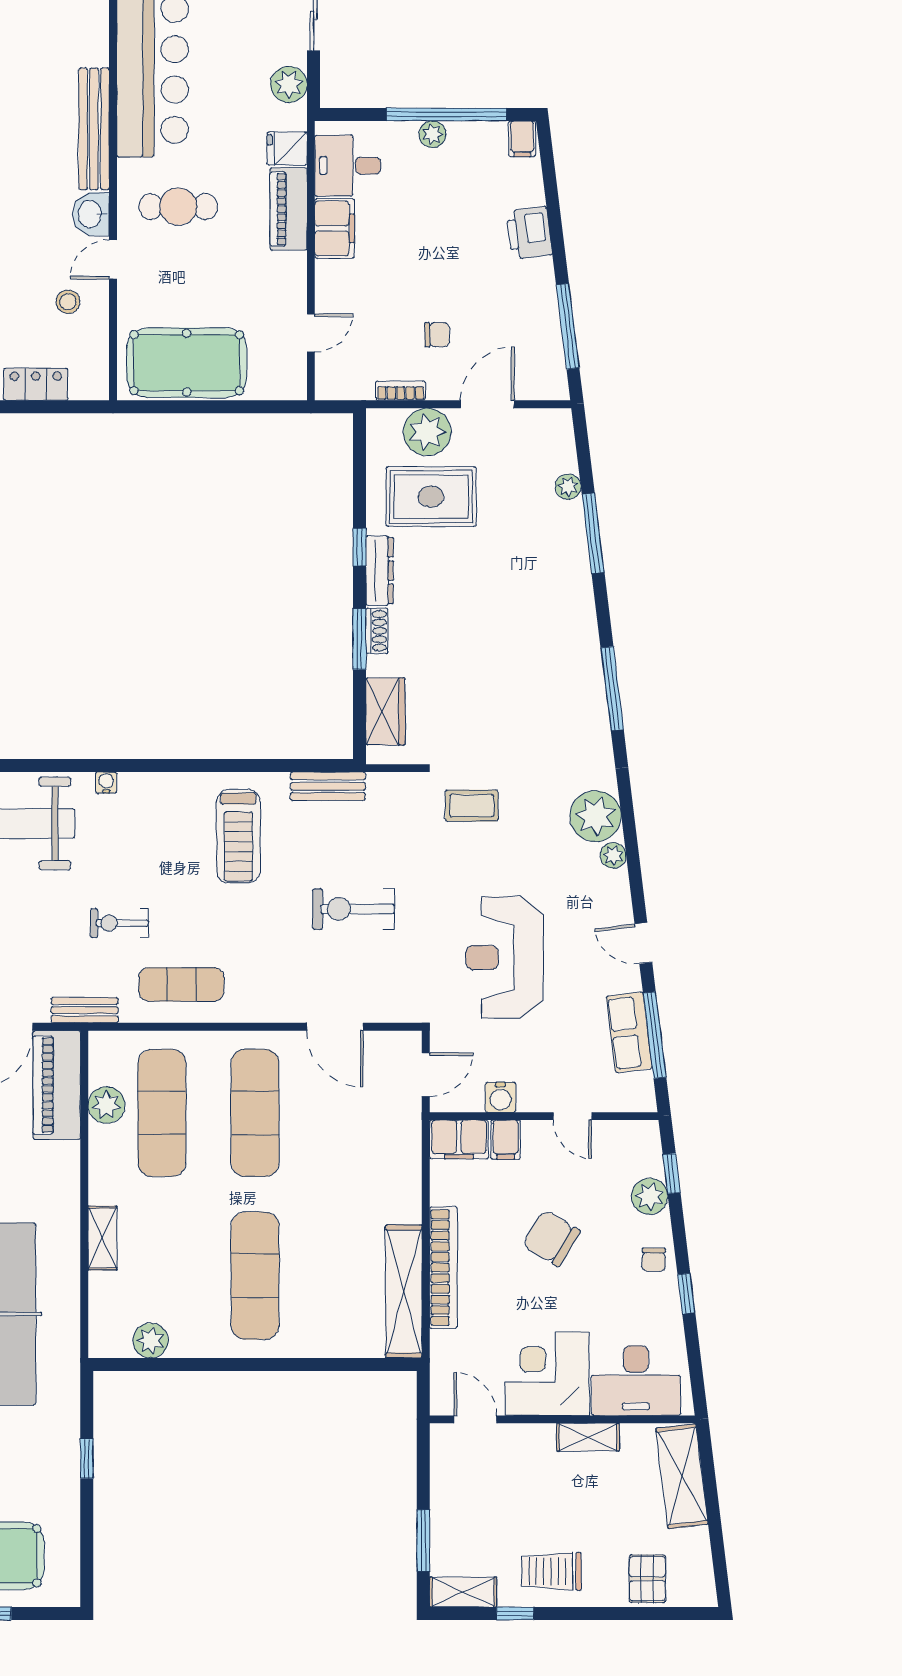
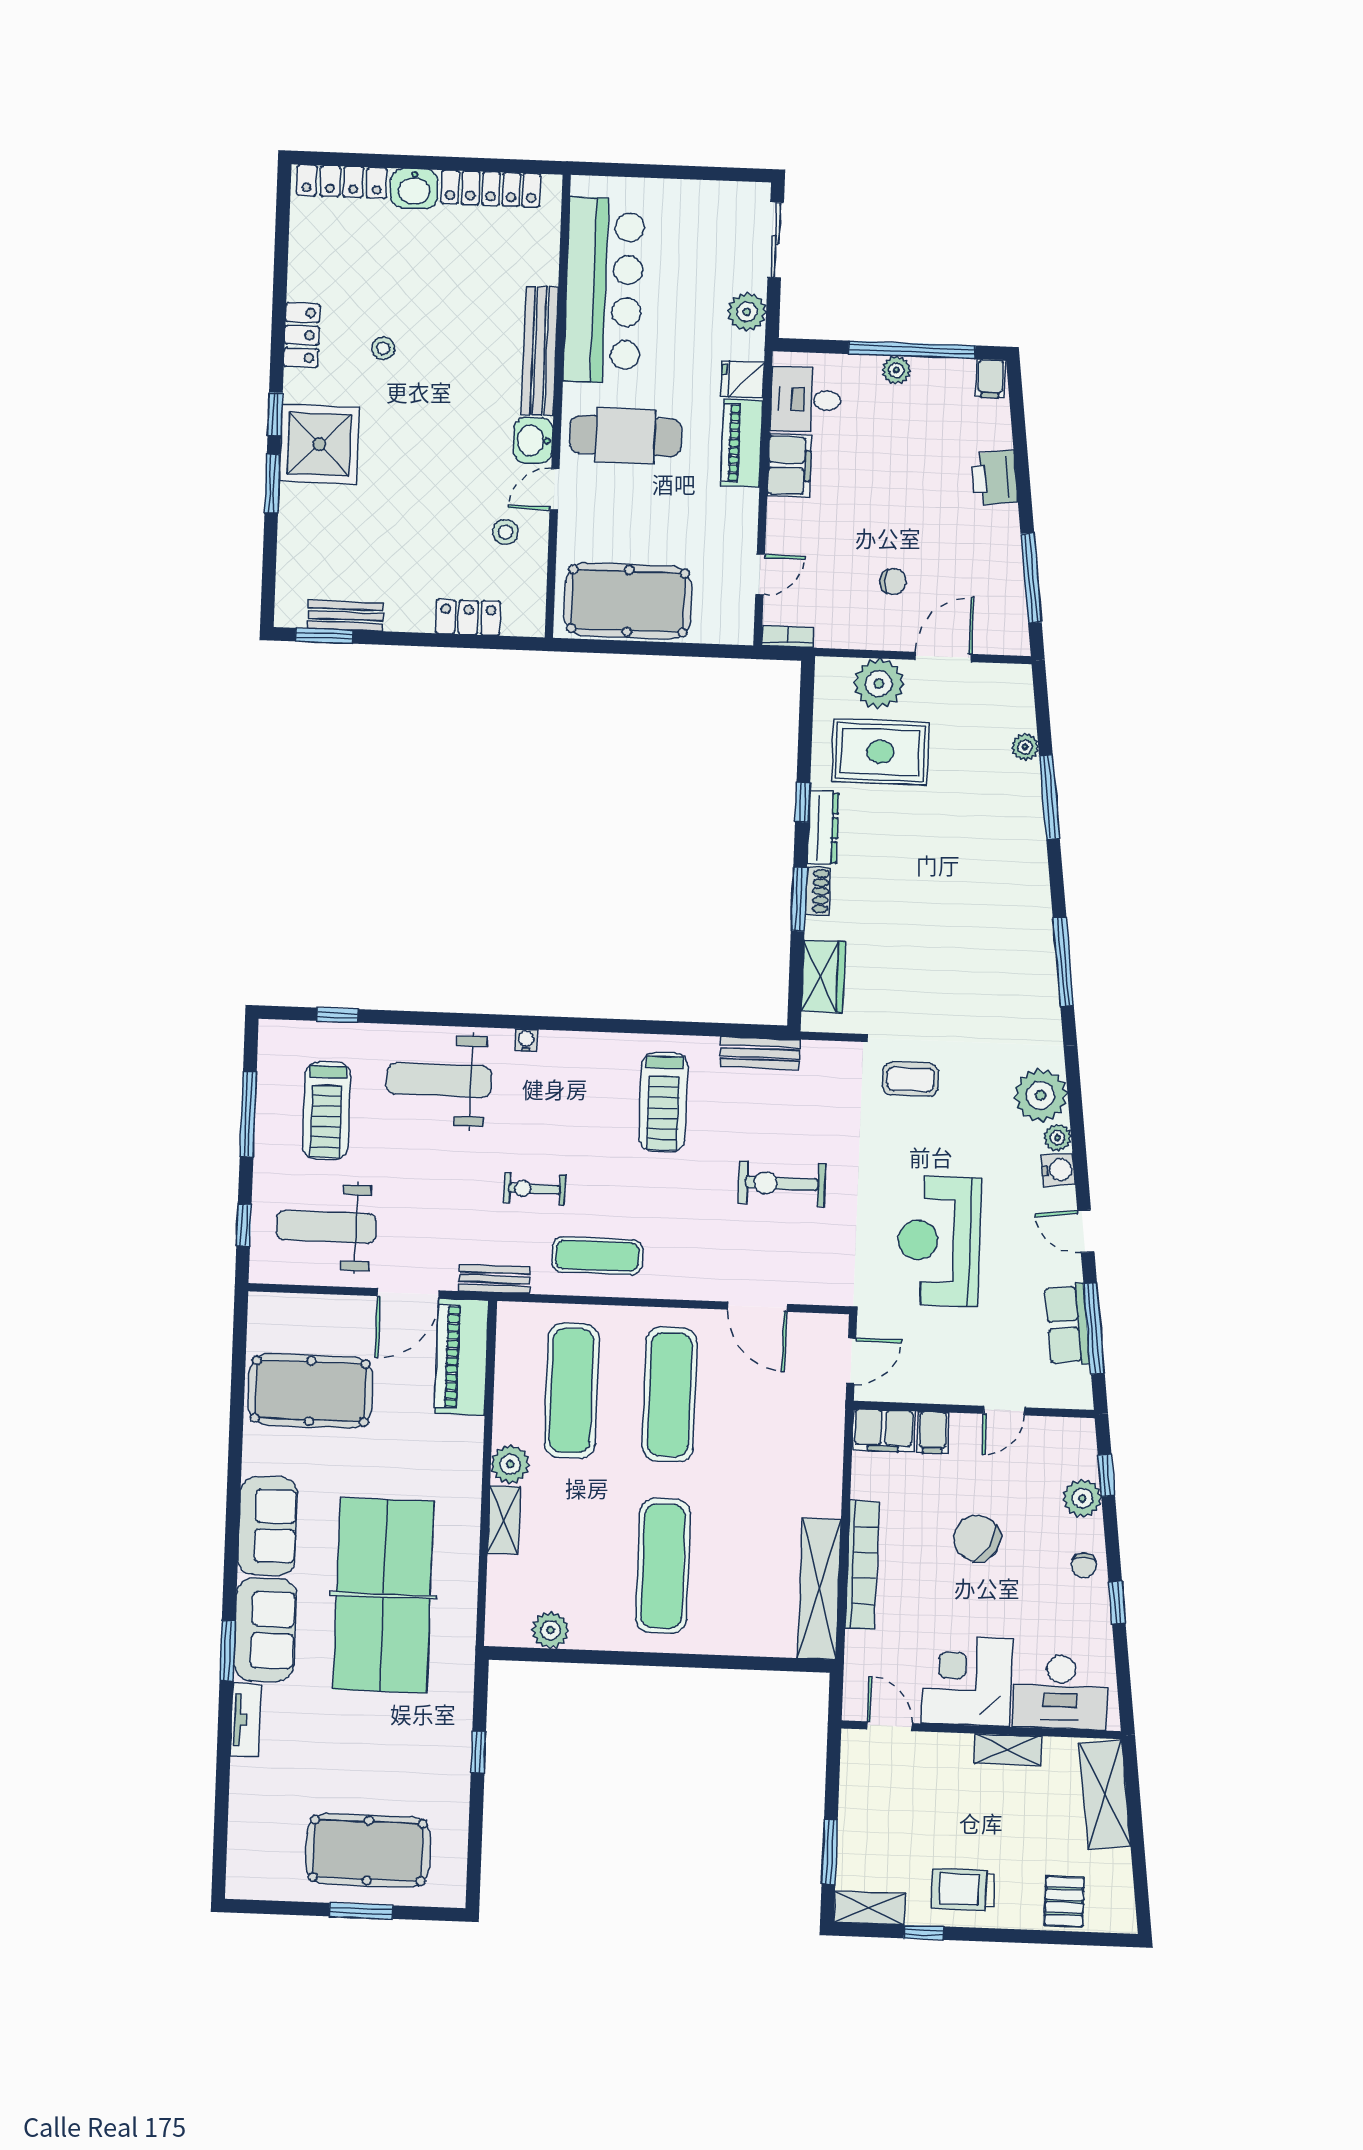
cafe table: (178, 207) -> (625, 436), width x1.37, depth x1.35
bookcase: (401, 391) -> (788, 636), moved
water cooler: (500, 1097) -> (1058, 1170), moved, turned -97
plant: (106, 1105) -> (510, 1464), moved
door: (572, 1116) -> (1004, 1411), hinge flipped

